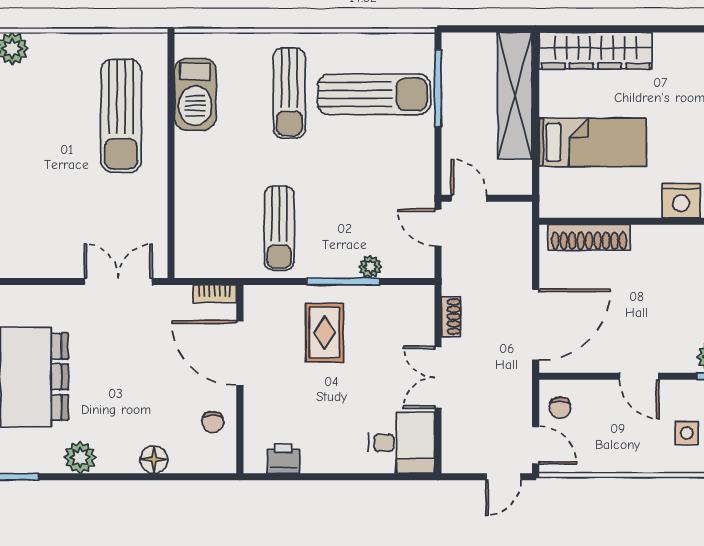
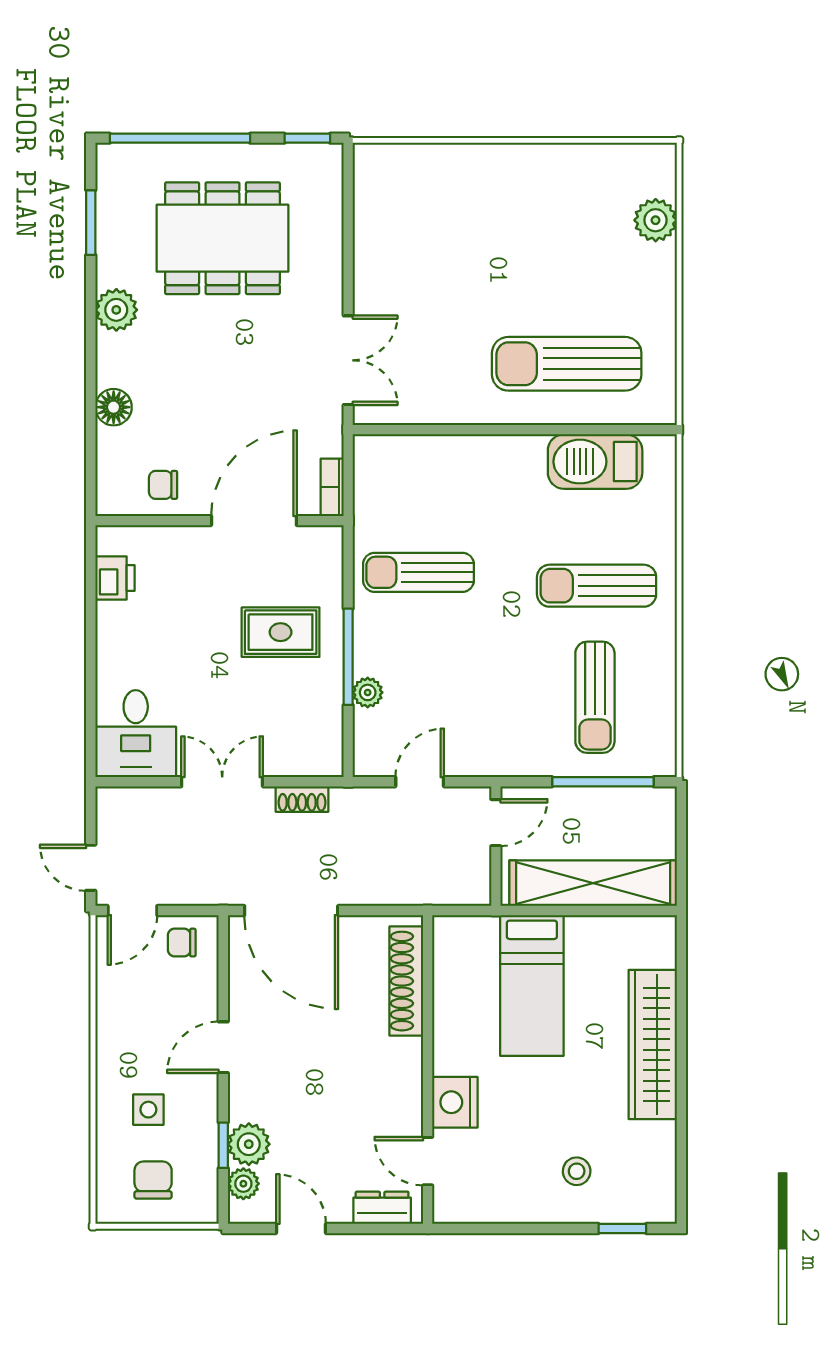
wardrobe: (596, 51) -> (653, 1045), moved
sun lounger: (374, 94) -> (595, 697), width x0.73, depth x0.75
door: (469, 198) -> (496, 823), moved
wall: (487, 198) -> (496, 846), moved

